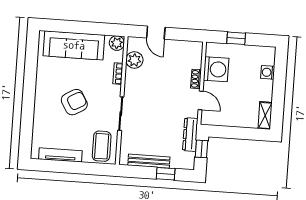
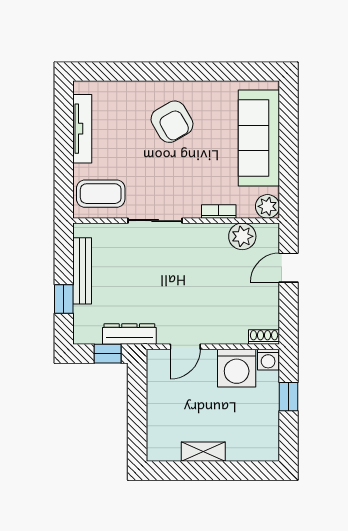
washing machine: (268, 72) -> (268, 360), moved, turned 180
shoe rack: (196, 79) -> (264, 337), moved
armchair: (74, 102) -> (172, 122), moved
shelving: (265, 115) -> (203, 452), moved

